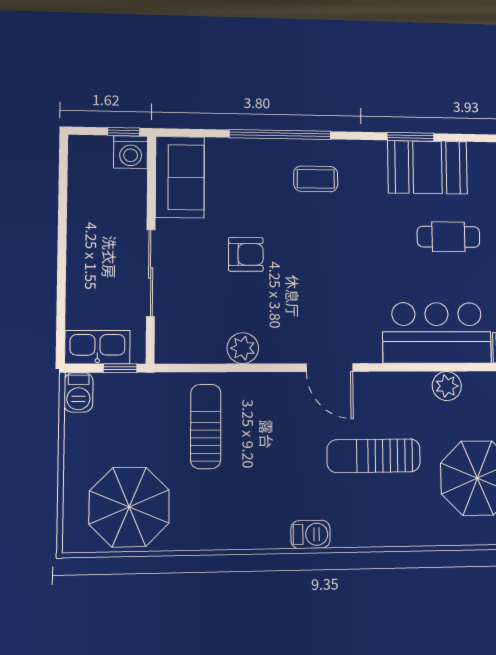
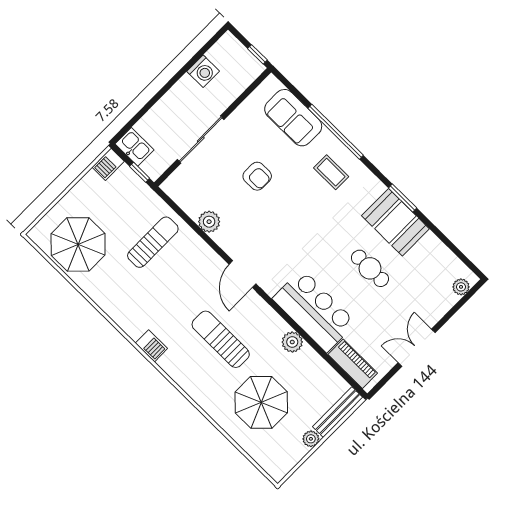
washing machine: (131, 152) -> (203, 71), moved, turned -90
sofa: (180, 177) -> (293, 118), moved, turned 90
kitchen sink: (97, 347) -> (135, 147), width x0.73

